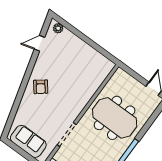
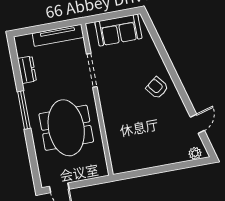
meeting table: (115, 118) -> (66, 128), turned 90

